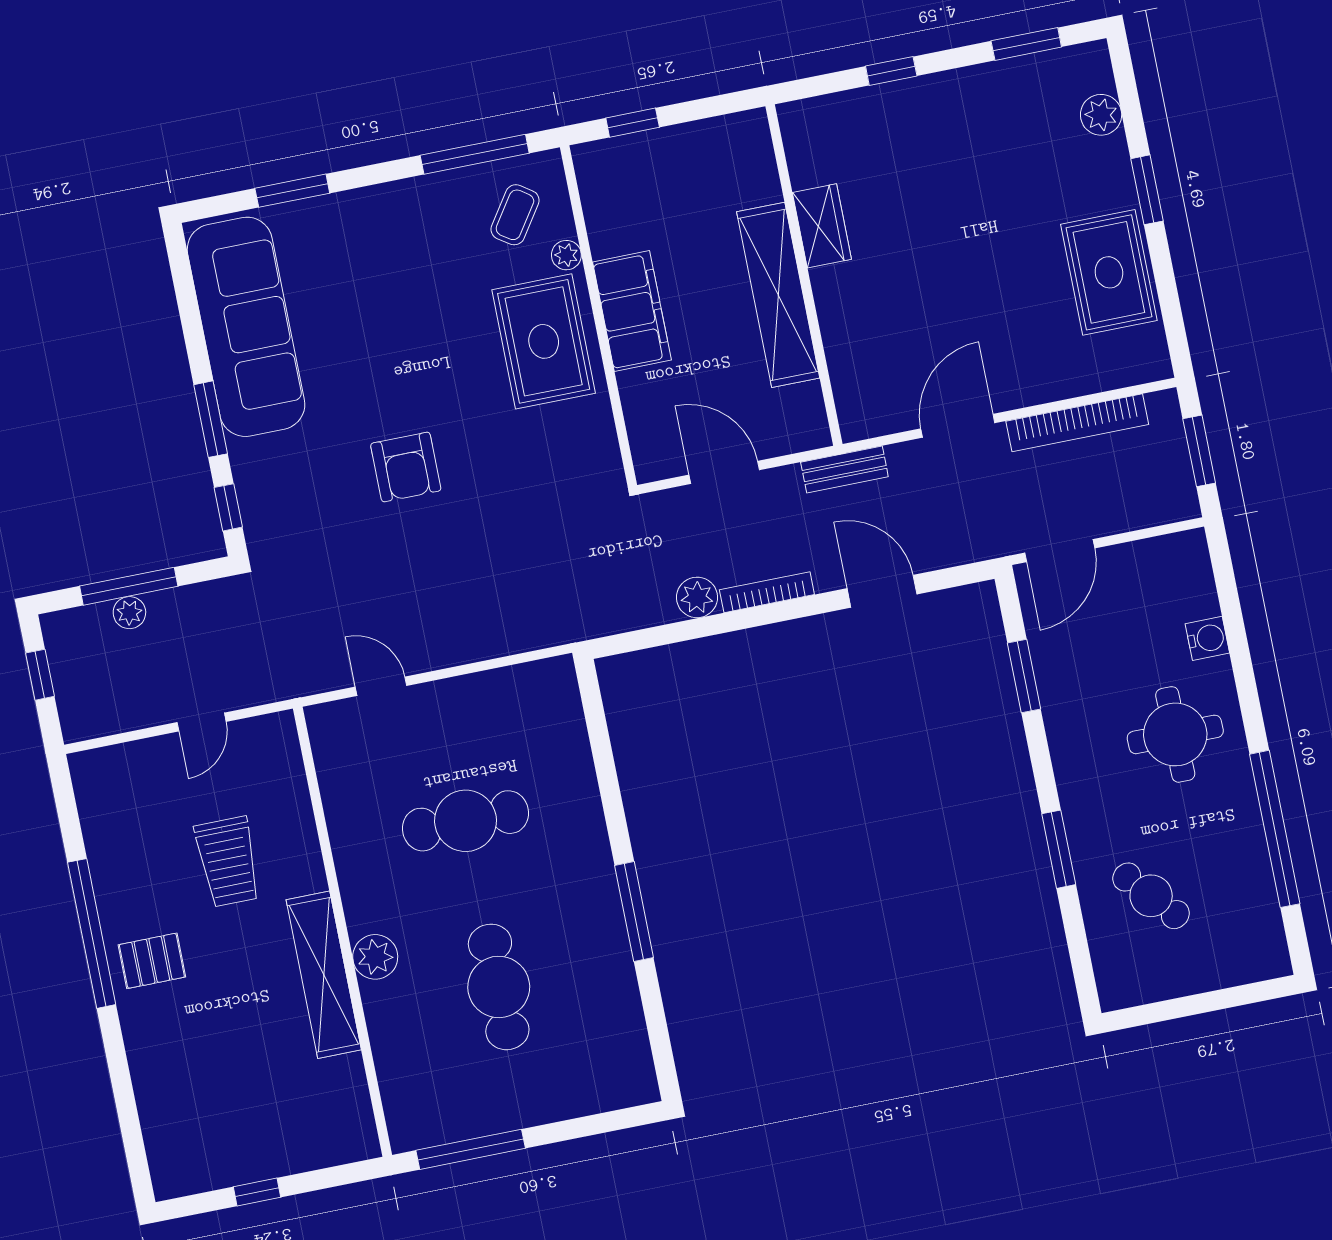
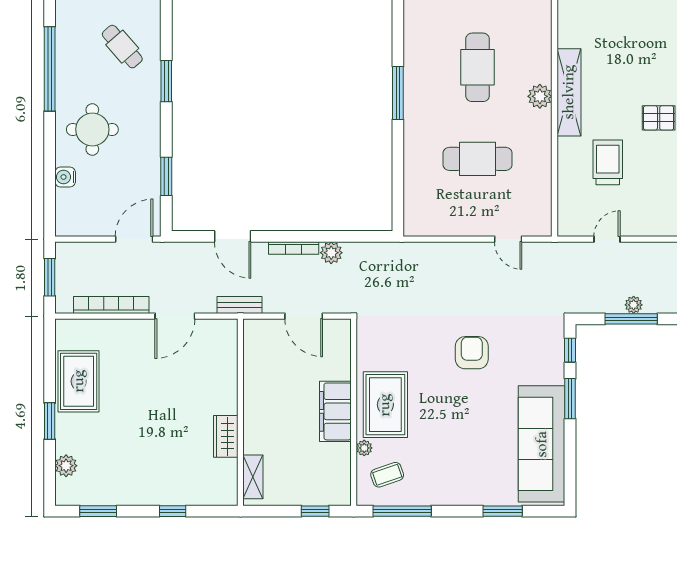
coffee table: (515, 215) -> (387, 475), turned 37
shelving: (778, 295) -> (253, 477), moved, width x0.45, depth x0.75

